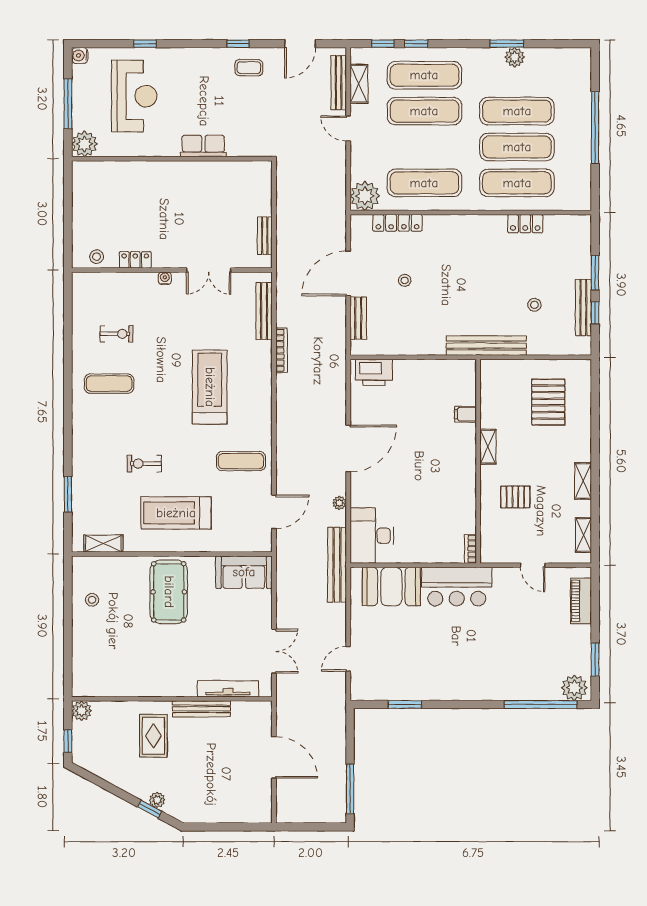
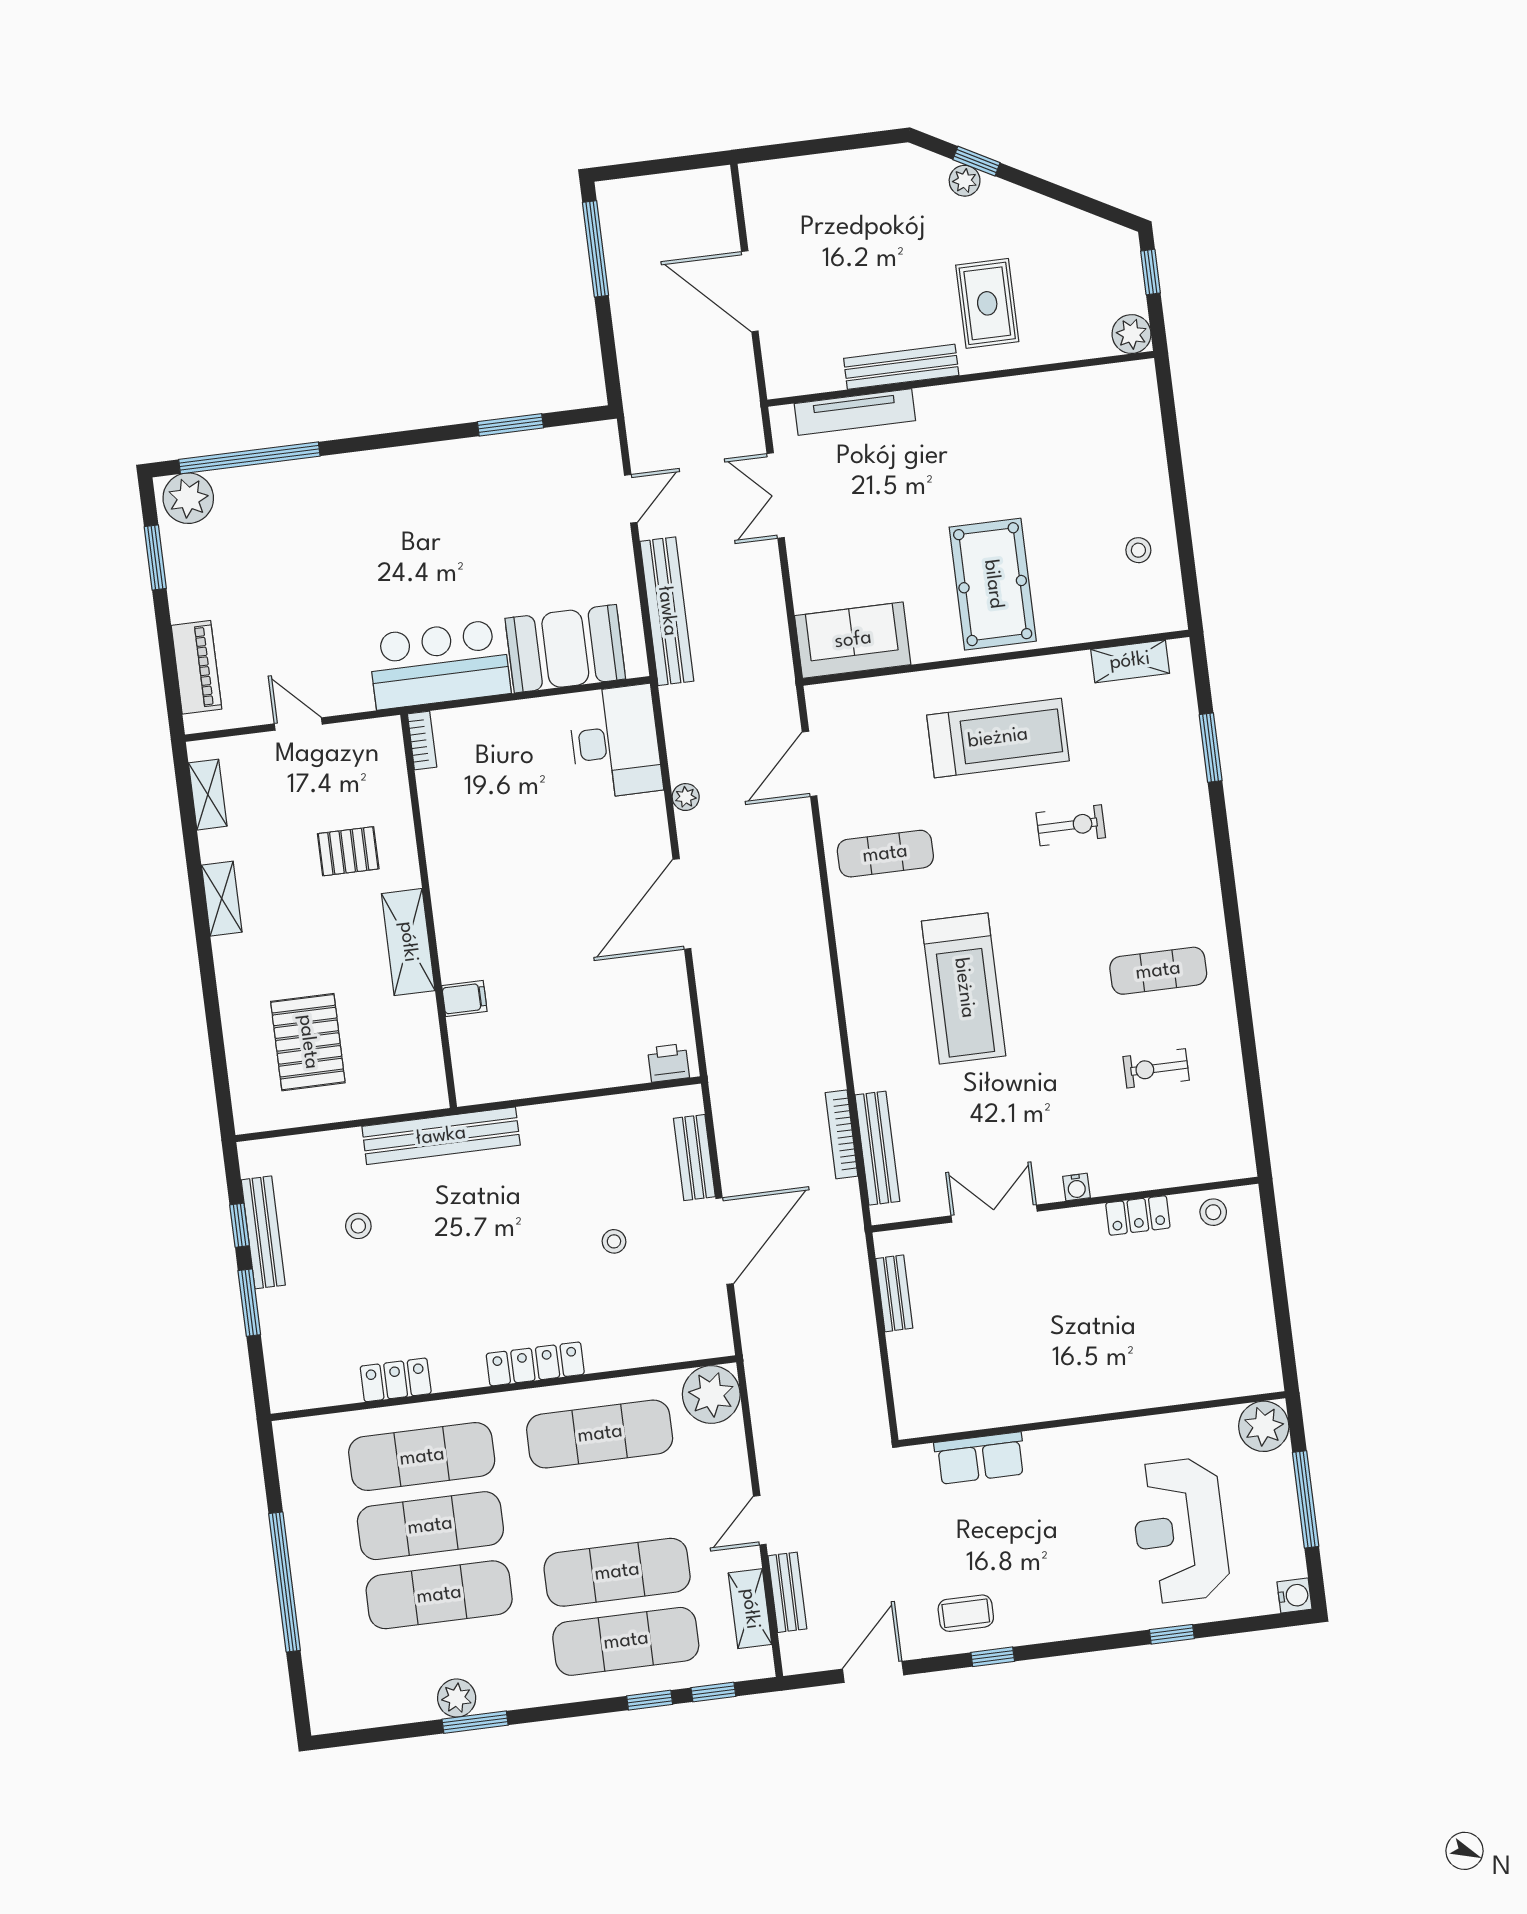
bench: (339, 83) -> (787, 1592), width x0.73
door: (348, 128) -> (760, 1520), swing flipped
row of seats: (203, 146) -> (980, 1458), moved
locker: (397, 223) -> (535, 1364), moved
bookcase: (282, 350) -> (841, 1134), moved
printer: (374, 372) -> (668, 1063), width x0.53, depth x0.68
shelving: (488, 447) -> (408, 942), width x1.50, depth x1.33
bench: (337, 565) -> (667, 611), moved

